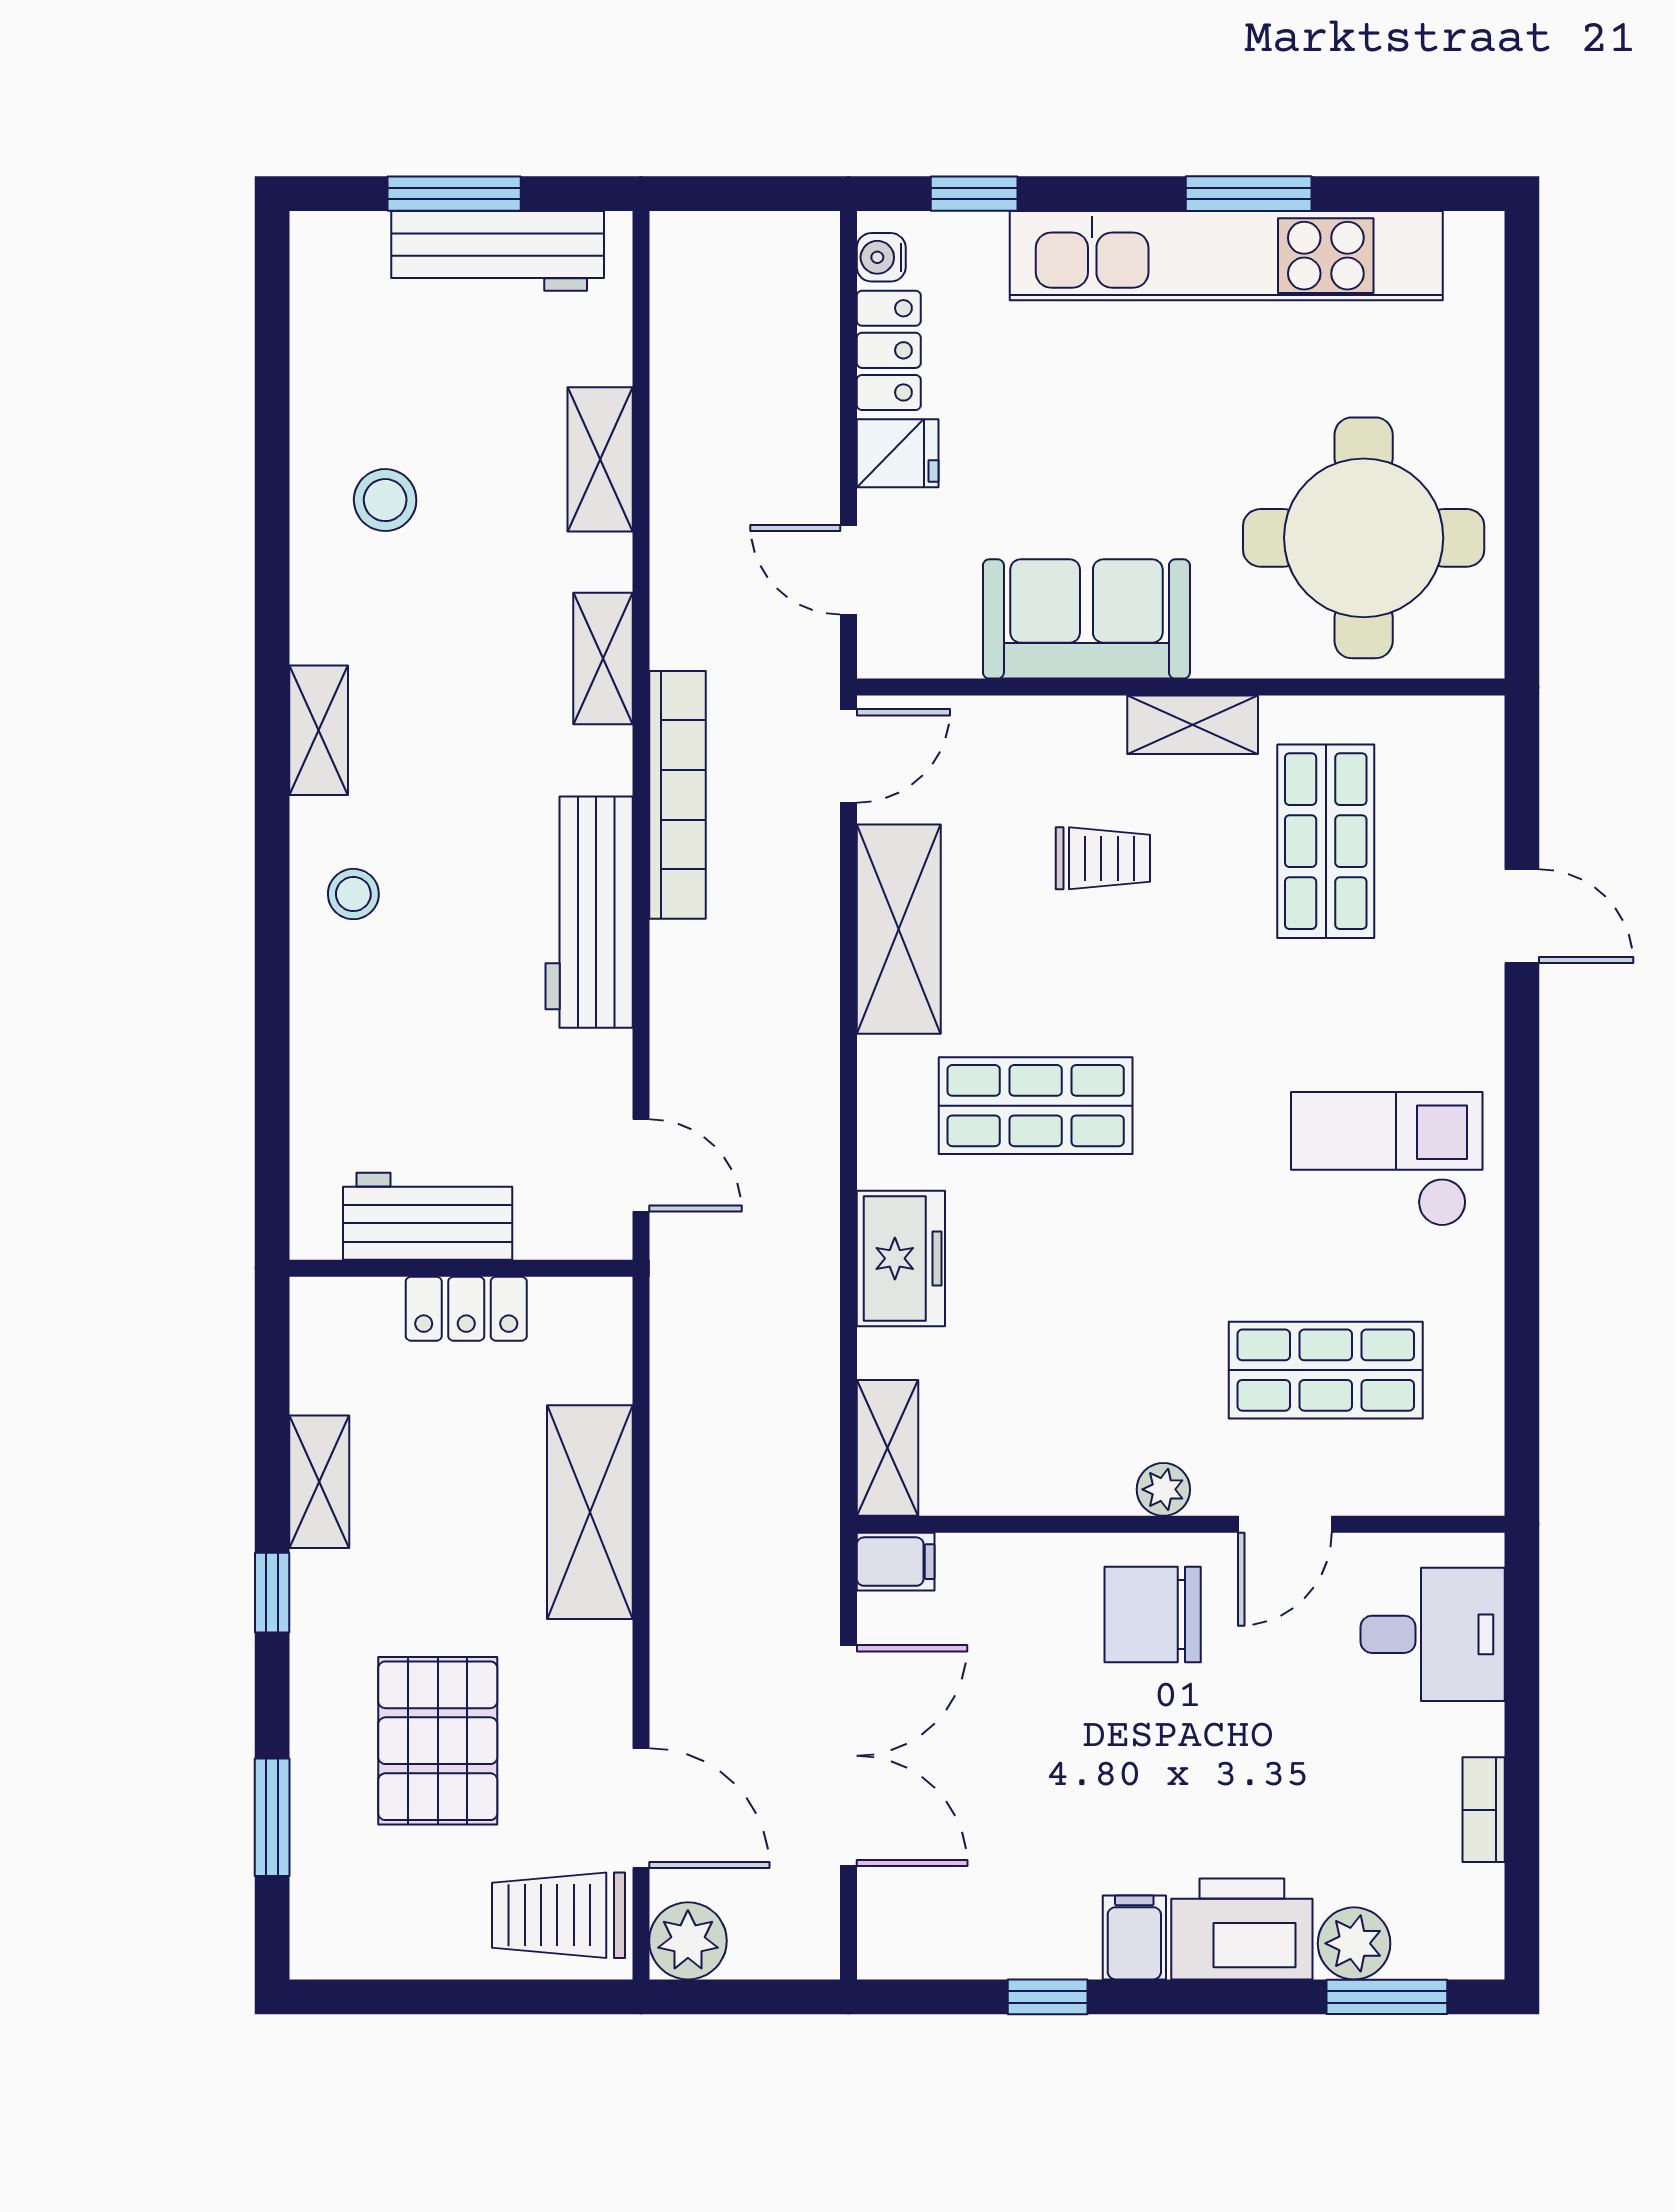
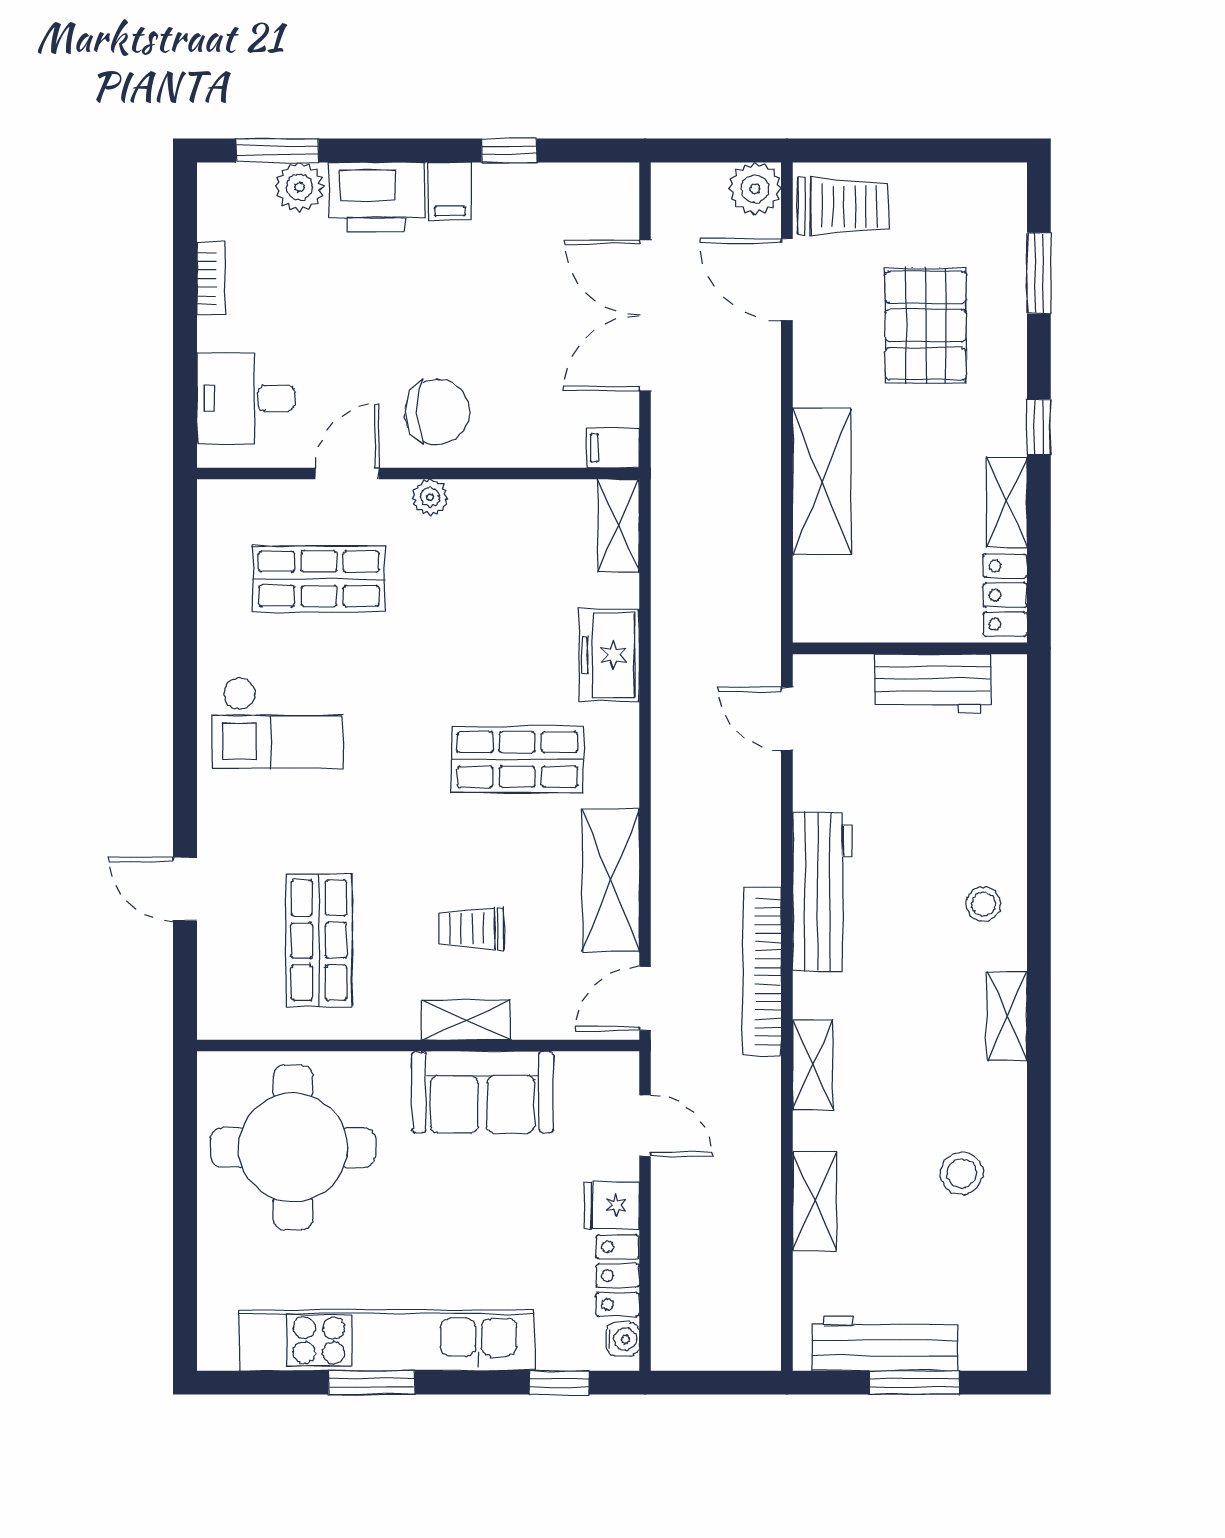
shelving: (1193, 725) -> (466, 1020), moved
locker: (466, 1309) -> (1005, 595), moved, turned -90

